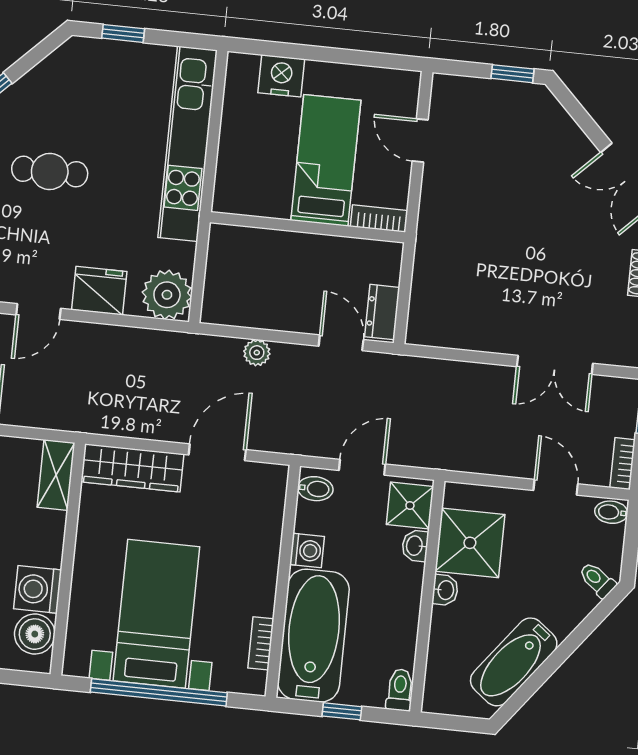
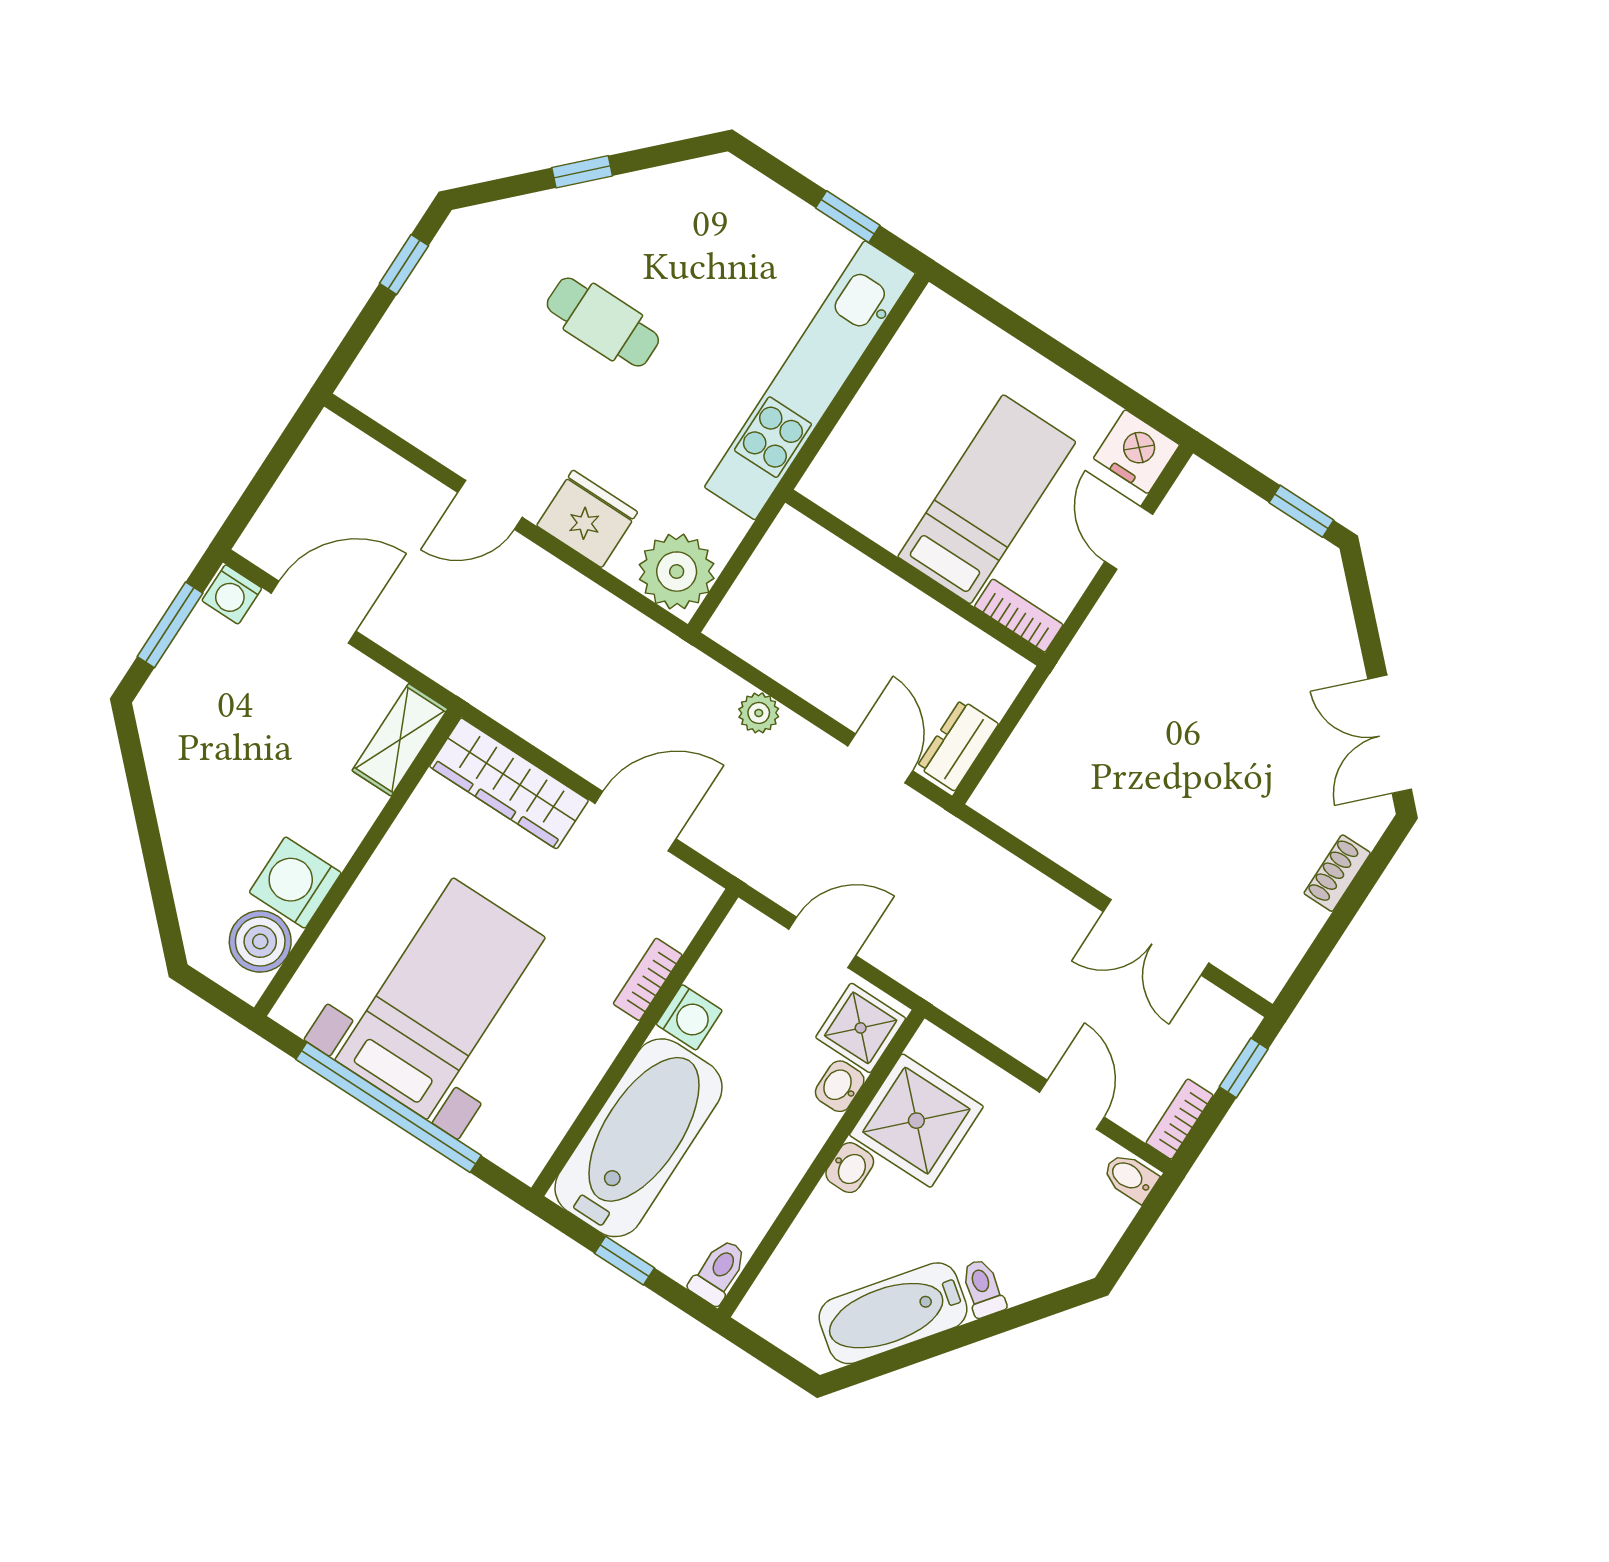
window: (123, 33) -> (848, 217), moved
nightstand: (281, 76) -> (1136, 452), moved
bidet: (315, 489) -> (744, 939), removed
toilet: (597, 580) -> (983, 1288), moved
bookcase: (261, 643) -> (648, 979), moved

